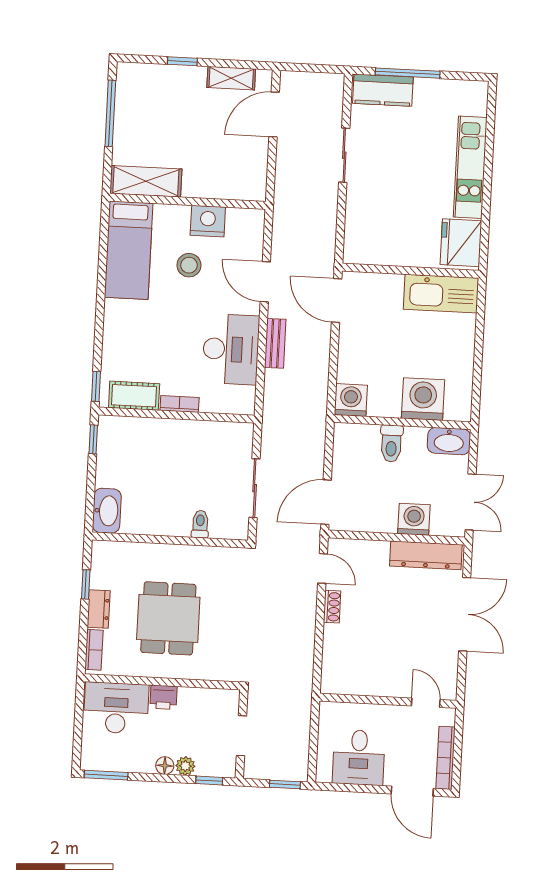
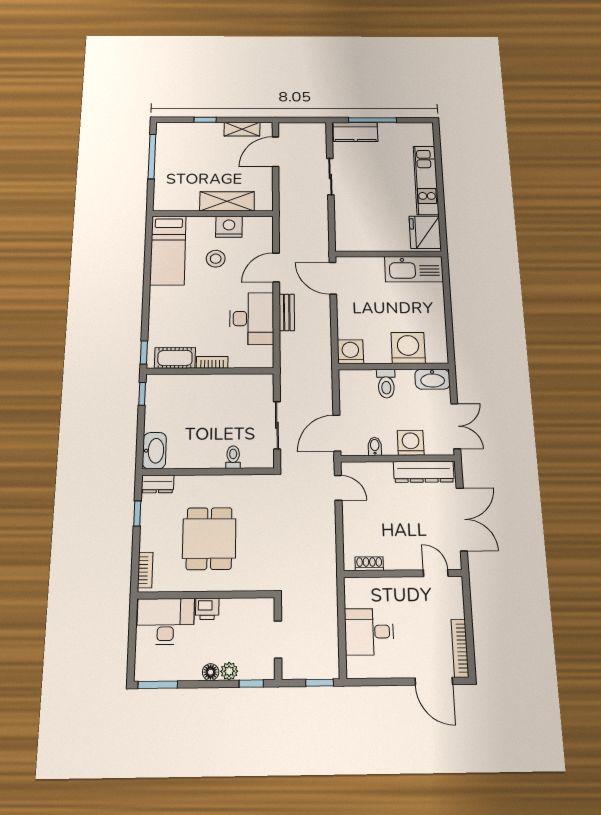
shelving: (146, 181) -> (227, 201), moved
door: (265, 282) -> (276, 268), hinge flipped
bidet: (370, 521) -> (375, 446), added
shoe rack: (332, 607) -> (369, 564), moved, turned -90
dresser: (99, 609) -> (158, 484), moved, turned 90
wall: (388, 701) -> (403, 573), moved
door: (426, 703) -> (436, 573), moved
desk: (359, 757) -> (369, 632), moved, turned 90

